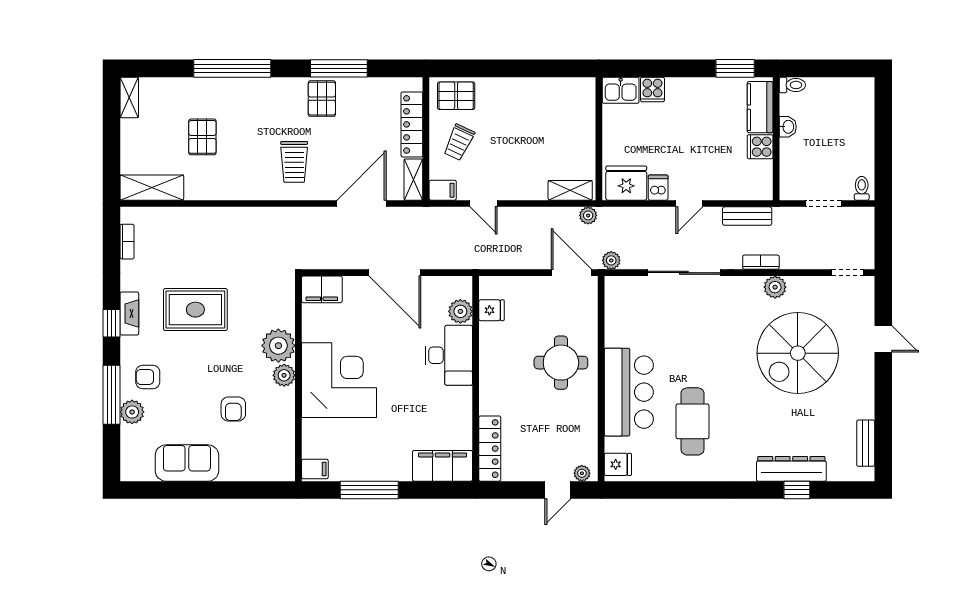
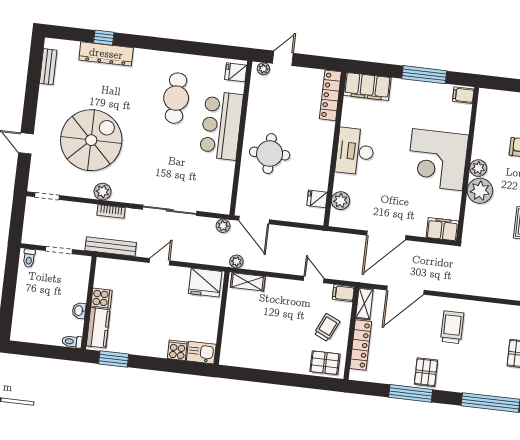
dishwasher: (658, 188) -> (182, 276), removed
bench: (747, 216) -> (111, 246), width x1.36
door: (395, 273) -> (386, 235), swing flipped
desk: (449, 355) -> (355, 151), moved

